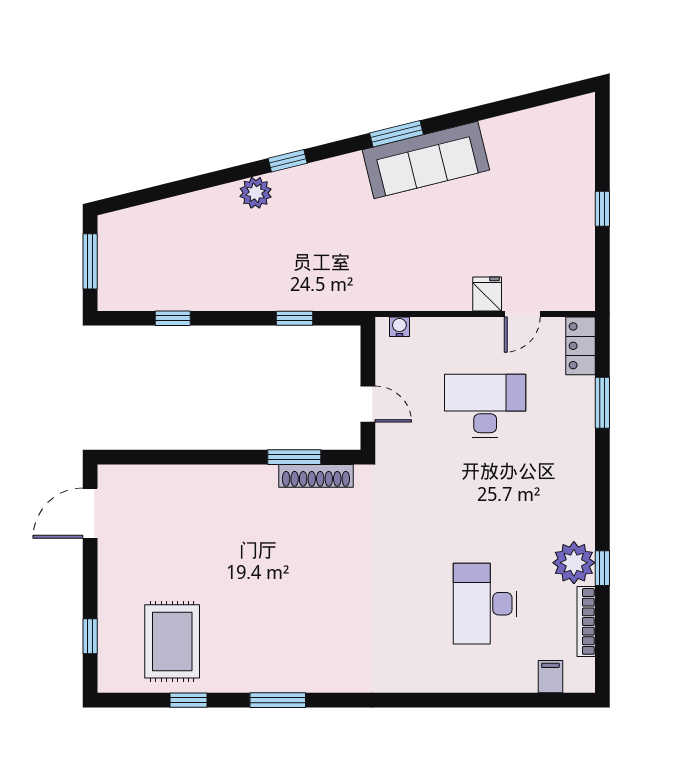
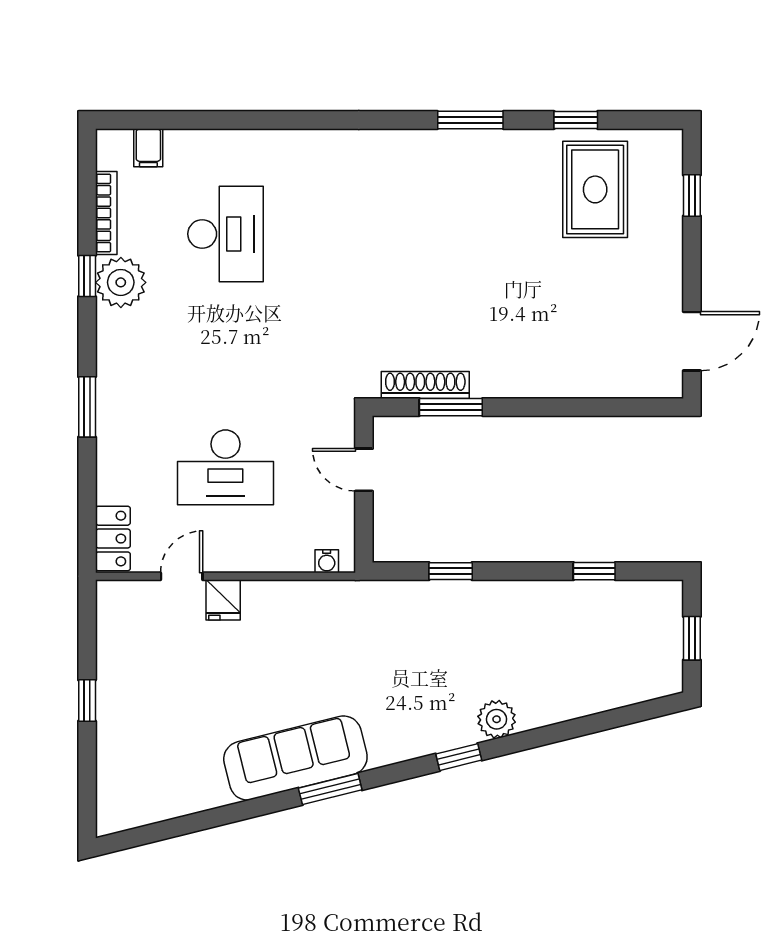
window: (90, 261) -> (692, 638), width x0.67
window: (602, 403) -> (87, 407), moved

